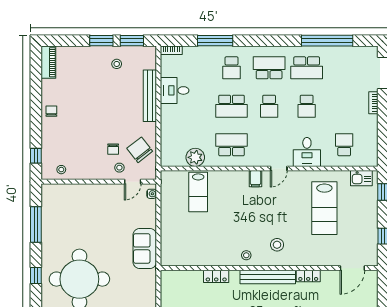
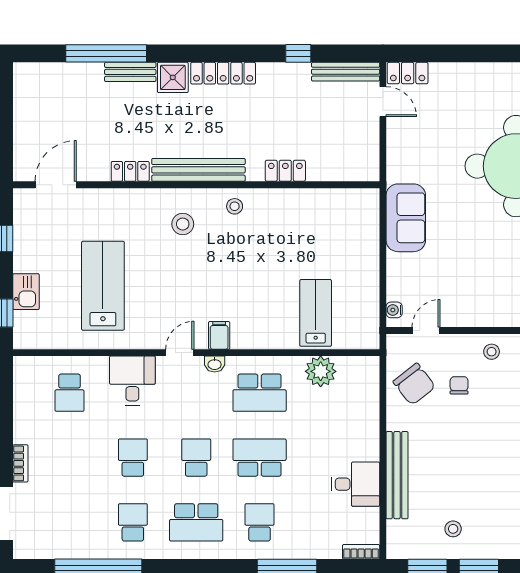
school desk: (307, 68) -> (133, 522), width x0.54
washbasin: (258, 162) -> (215, 364), added
stool: (119, 168) -> (492, 352), moved
kitchen sink: (361, 178) -> (26, 292), moved, turned 90

